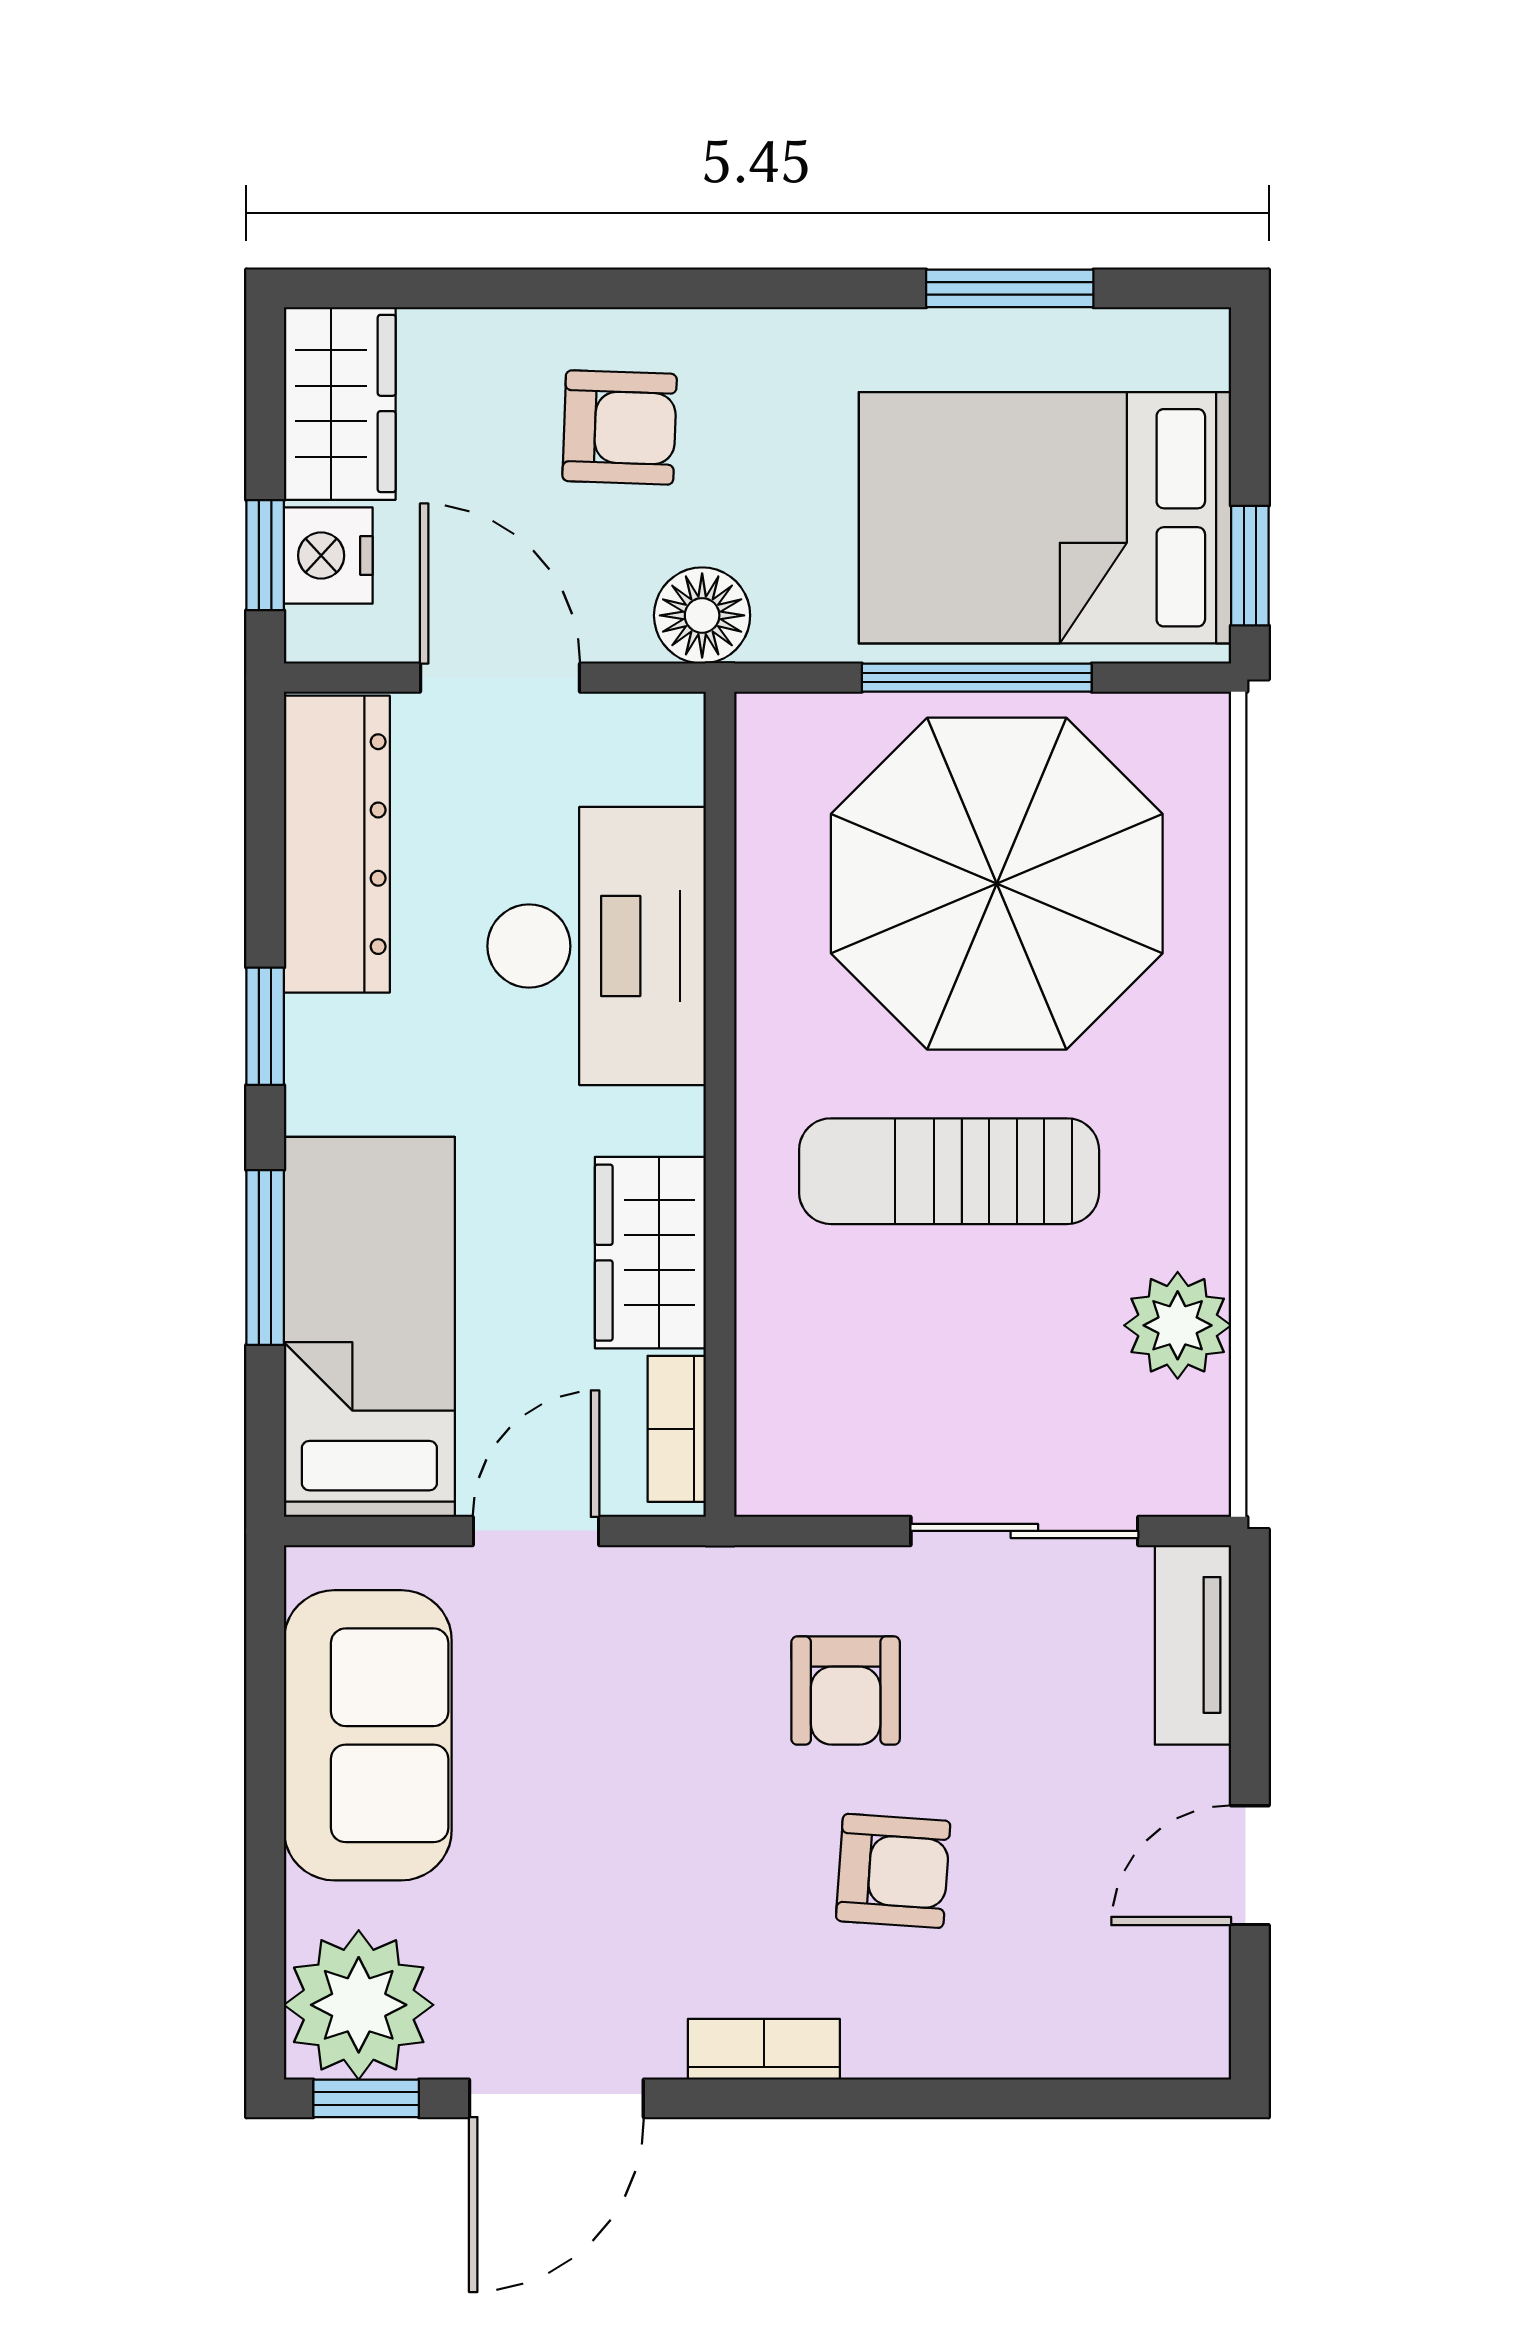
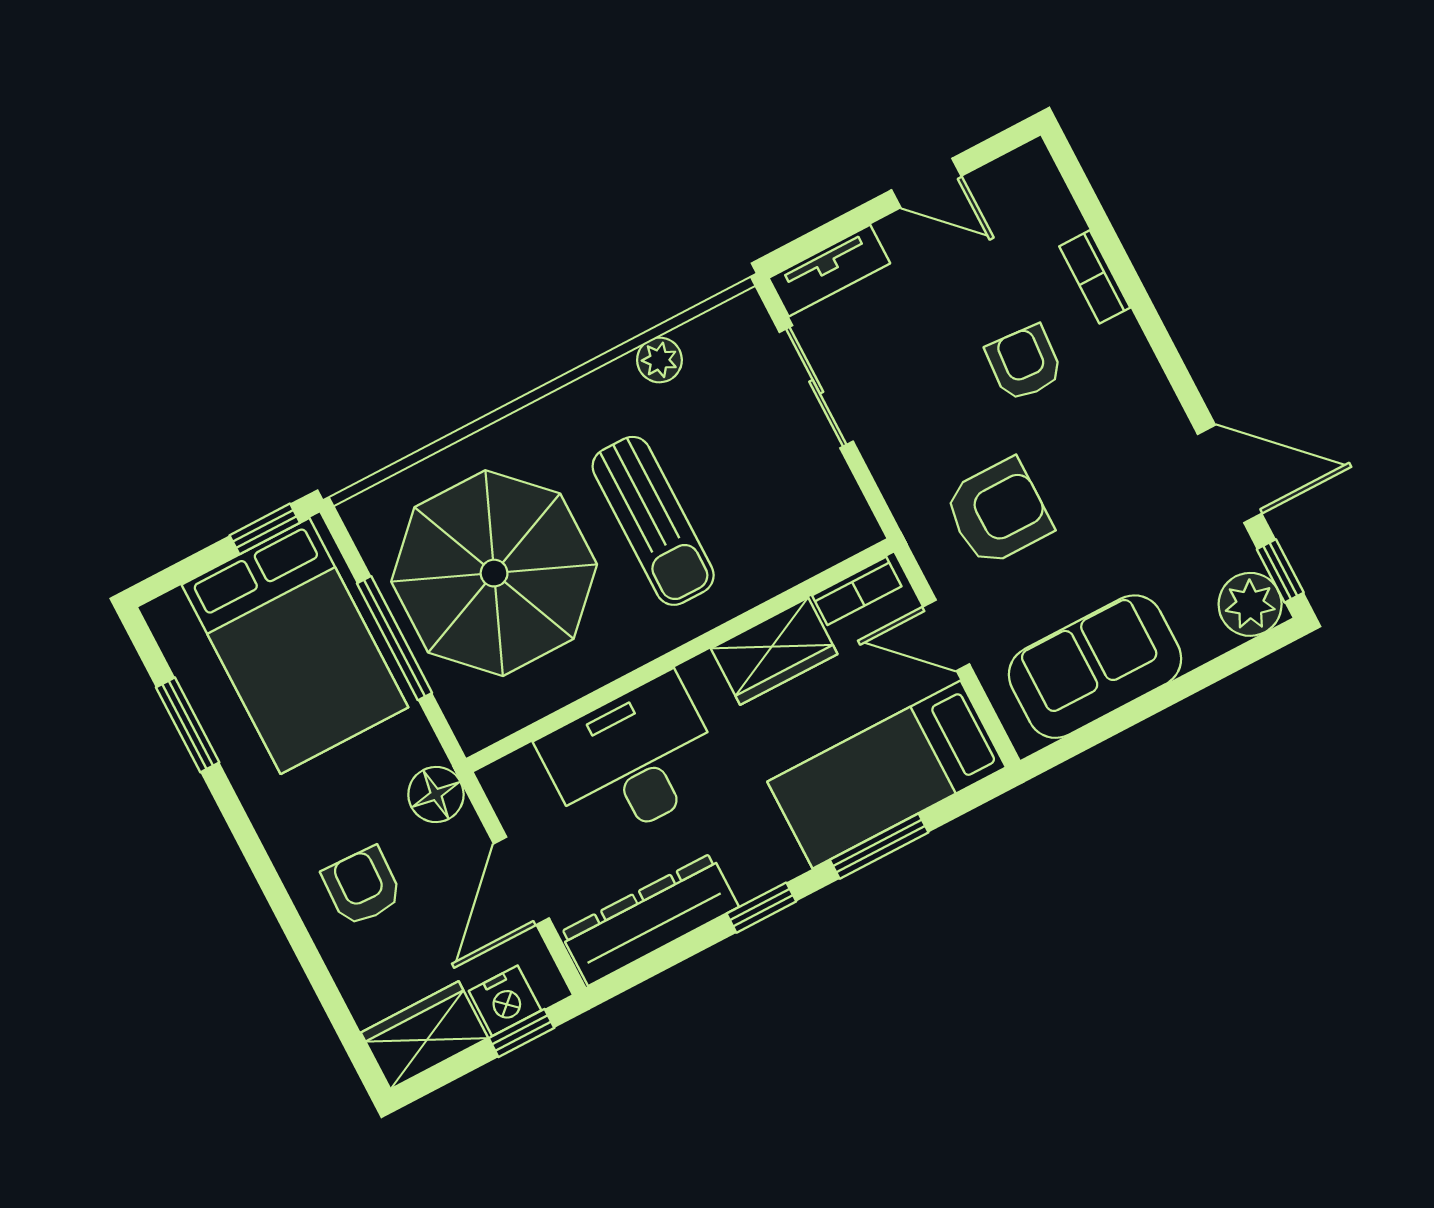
plant: (1178, 1325) -> (659, 360), width x0.73, depth x0.73
armchair: (846, 1691) -> (998, 512), moved, width x1.38, depth x1.38
plant: (359, 2005) -> (1250, 604), width x0.73, depth x0.73
bookcase: (764, 2049) -> (1095, 277), moved

